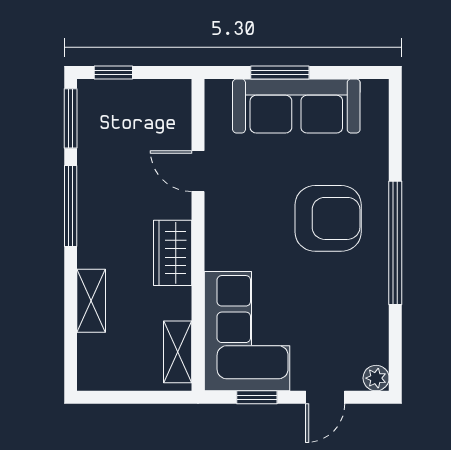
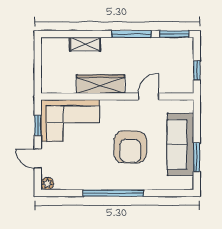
window: (113, 73) -> (197, 70), moved
window: (280, 73) -> (197, 157), moved
armchair: (328, 218) -> (130, 147), moved
wardrobe: (173, 253) -> (100, 84), width x1.50
shelving: (178, 352) -> (60, 86), removed

